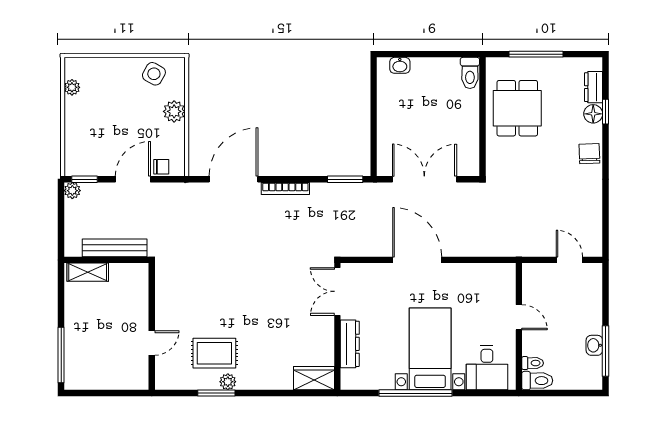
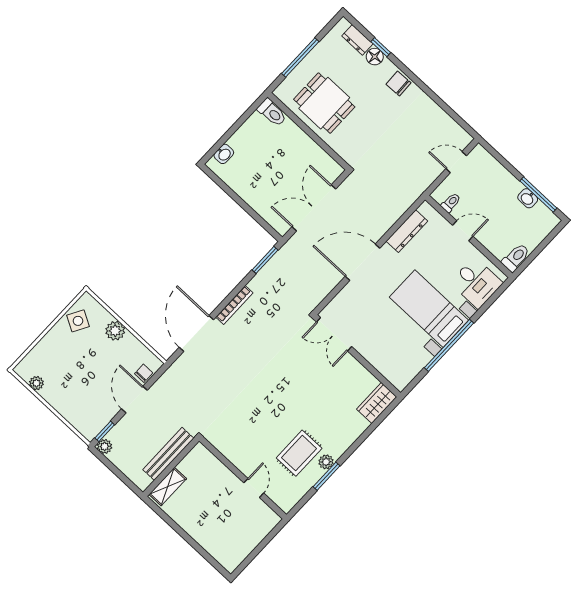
dresser: (350, 344) -> (407, 231), moved, turned 90
window: (61, 355) -> (206, 555), removed
toilet: (533, 363) -> (451, 203), moved

